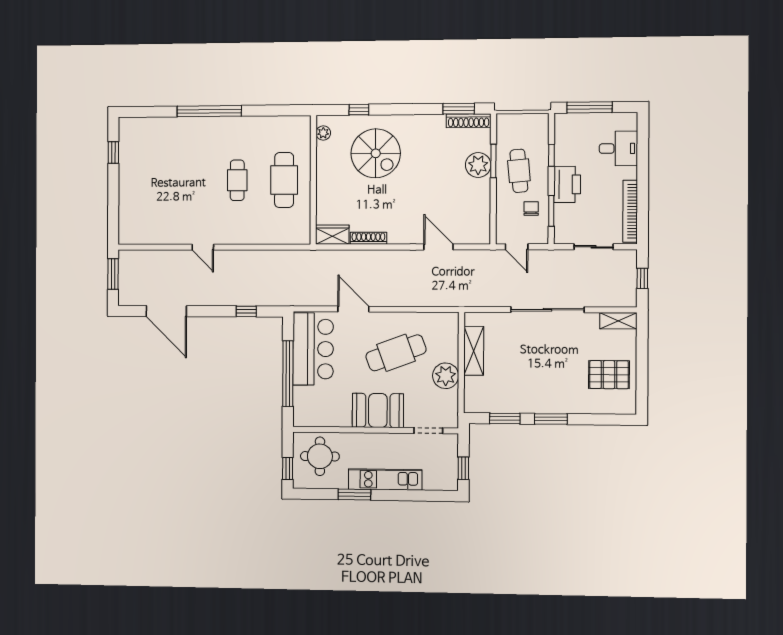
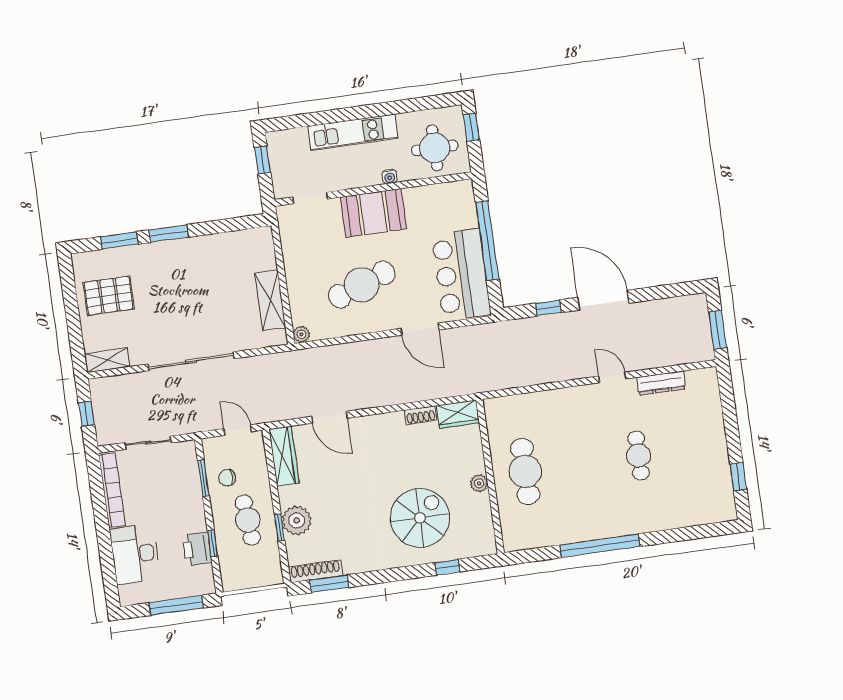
window: (209, 111) -> (600, 546), moved
plant: (323, 133) -> (479, 483), moved
desk: (618, 148) -> (135, 554), width x1.37
spiral stairs: (376, 153) -> (420, 518), turned 90
window: (493, 161) -> (279, 527), width x0.67
cafe table: (237, 180) -> (639, 455), moved
printer: (567, 184) -> (197, 549), moved, width x0.73, depth x0.84
chair: (531, 209) -> (227, 478), turned 90
wardrobe: (481, 220) -> (284, 456), added
dresser: (164, 237) -> (661, 383), added
shoe rack: (368, 238) -> (421, 415), width x0.70
door: (166, 311) -> (603, 300), moved
plant: (446, 376) -> (301, 334), moved, width x0.53, depth x0.53
window: (505, 418) -> (119, 241), moved
water cooler: (360, 438) -> (390, 177), added
window: (354, 495) -> (387, 109), removed

